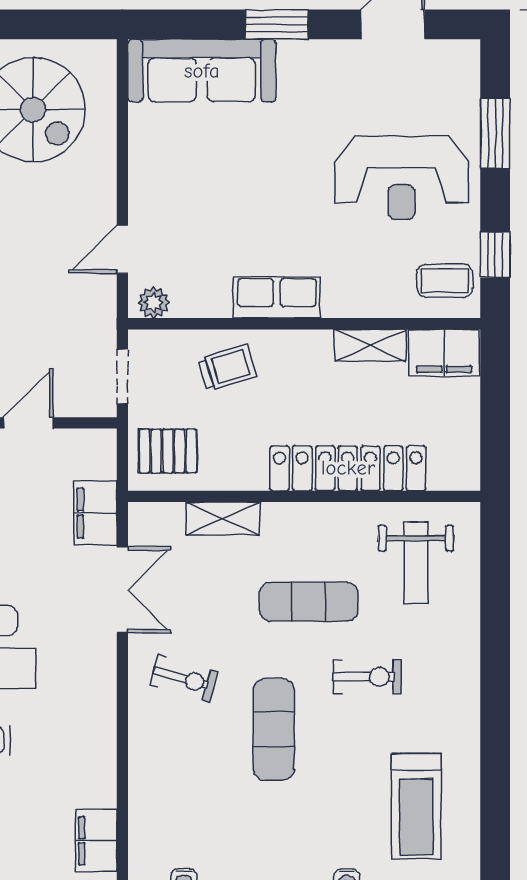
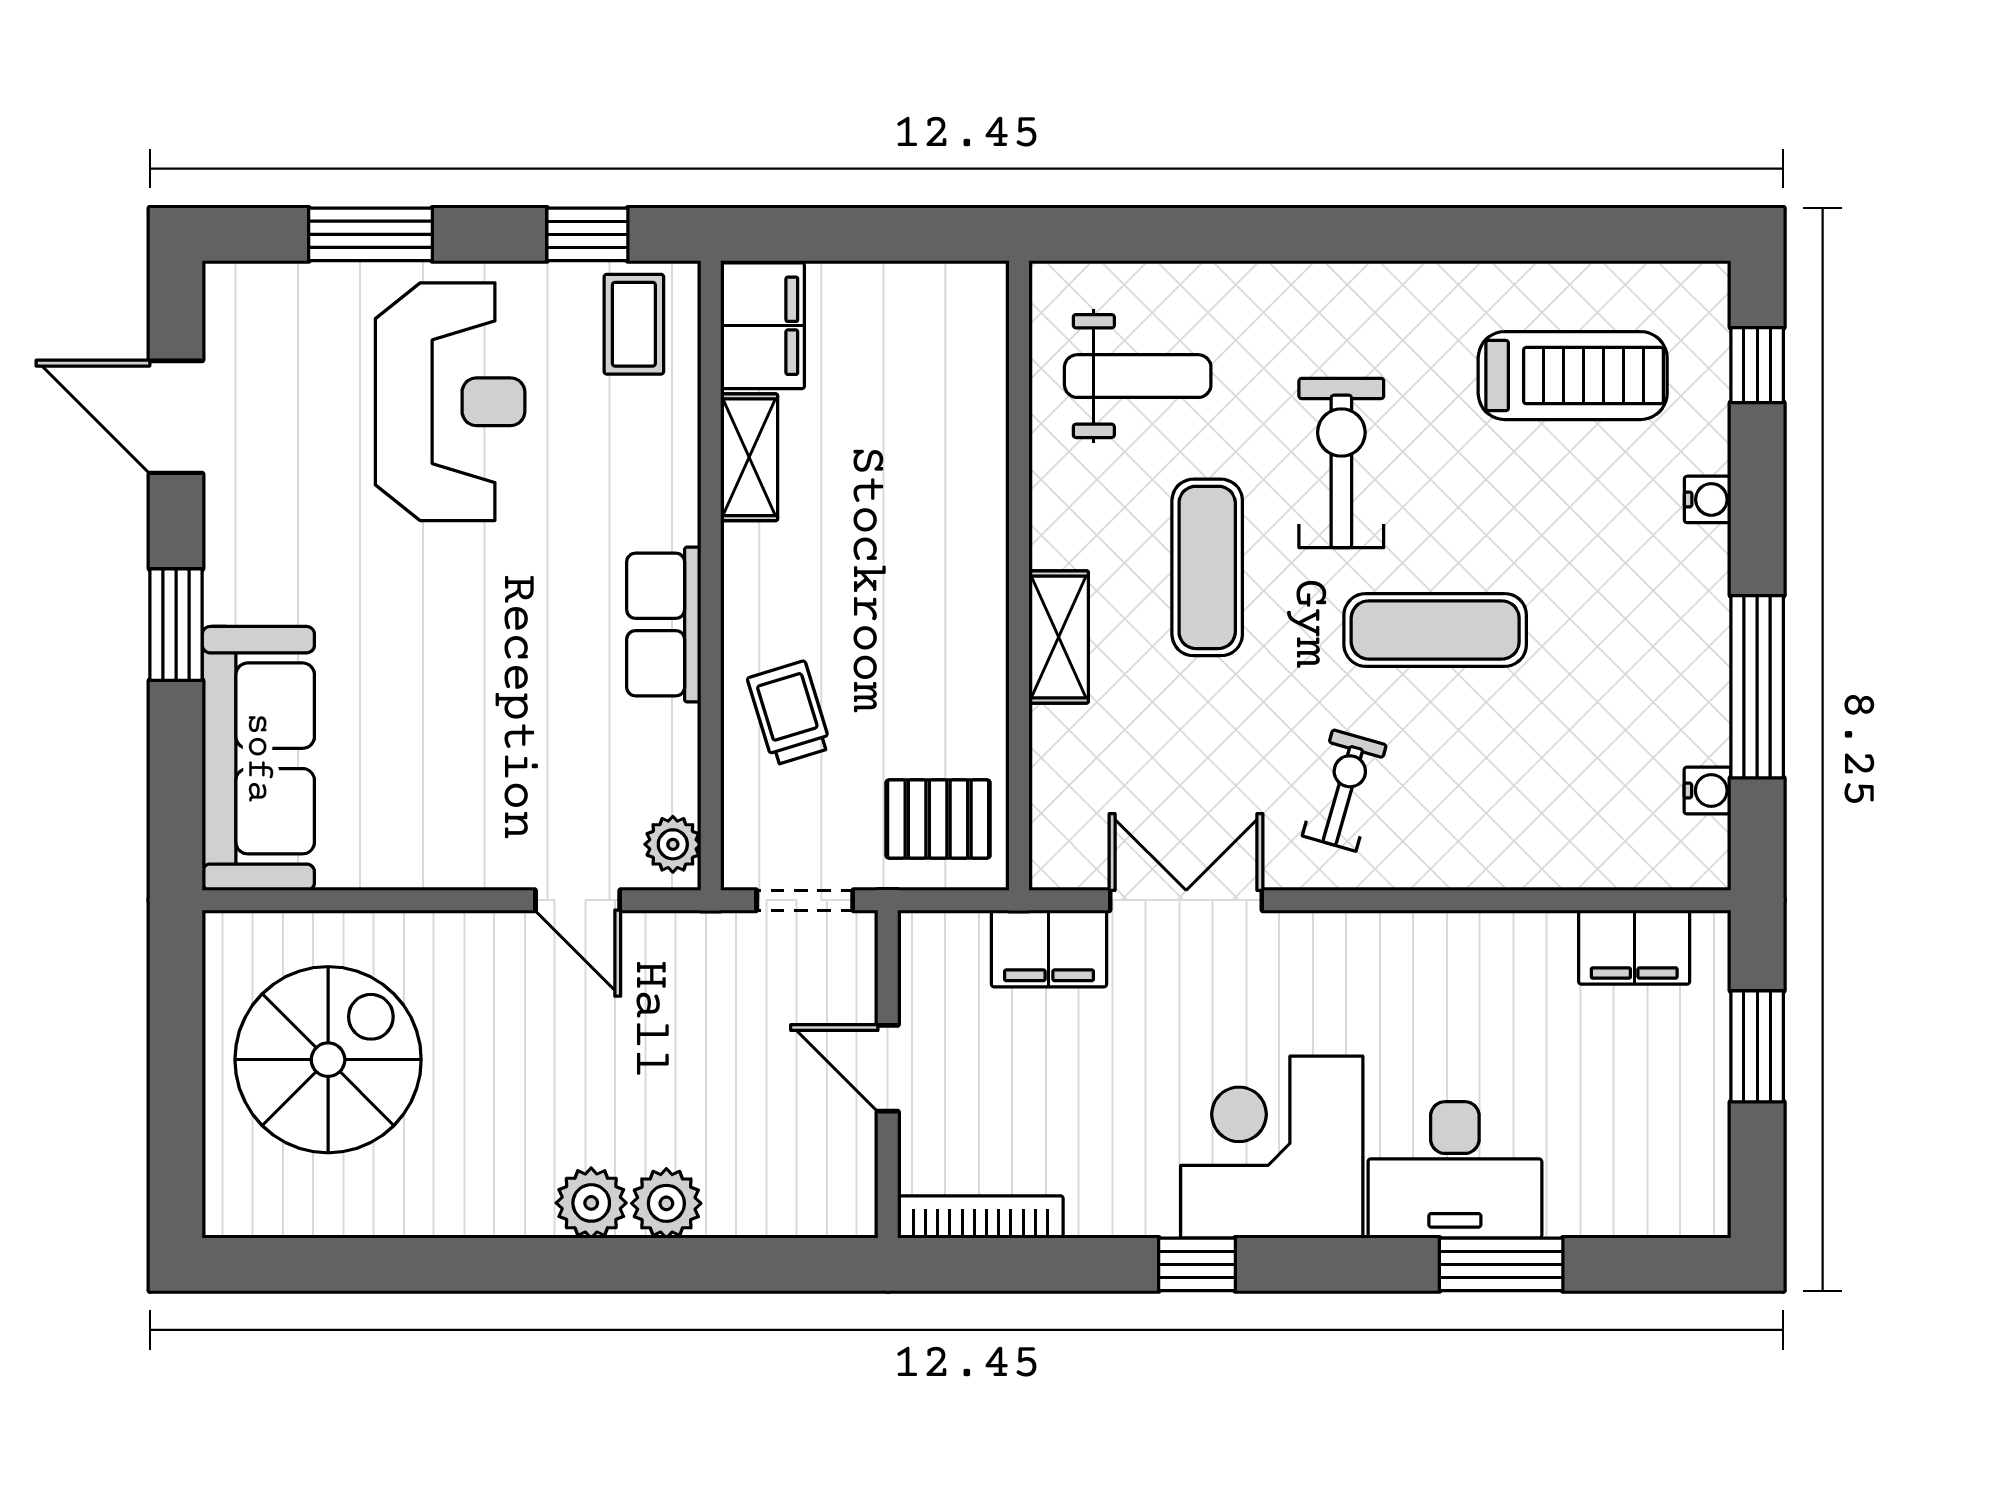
pallet: (168, 451) -> (938, 819), turned 90
locker: (348, 468) -> (969, 498), removed
shelving: (223, 519) -> (1059, 637), moved
exercise bike: (367, 677) -> (1341, 463), width x1.38, depth x1.39

